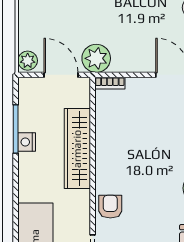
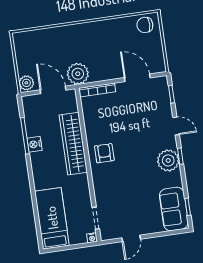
bookcase: (110, 83) -> (97, 90), width x1.56
armchair: (110, 207) -> (104, 153), moved

